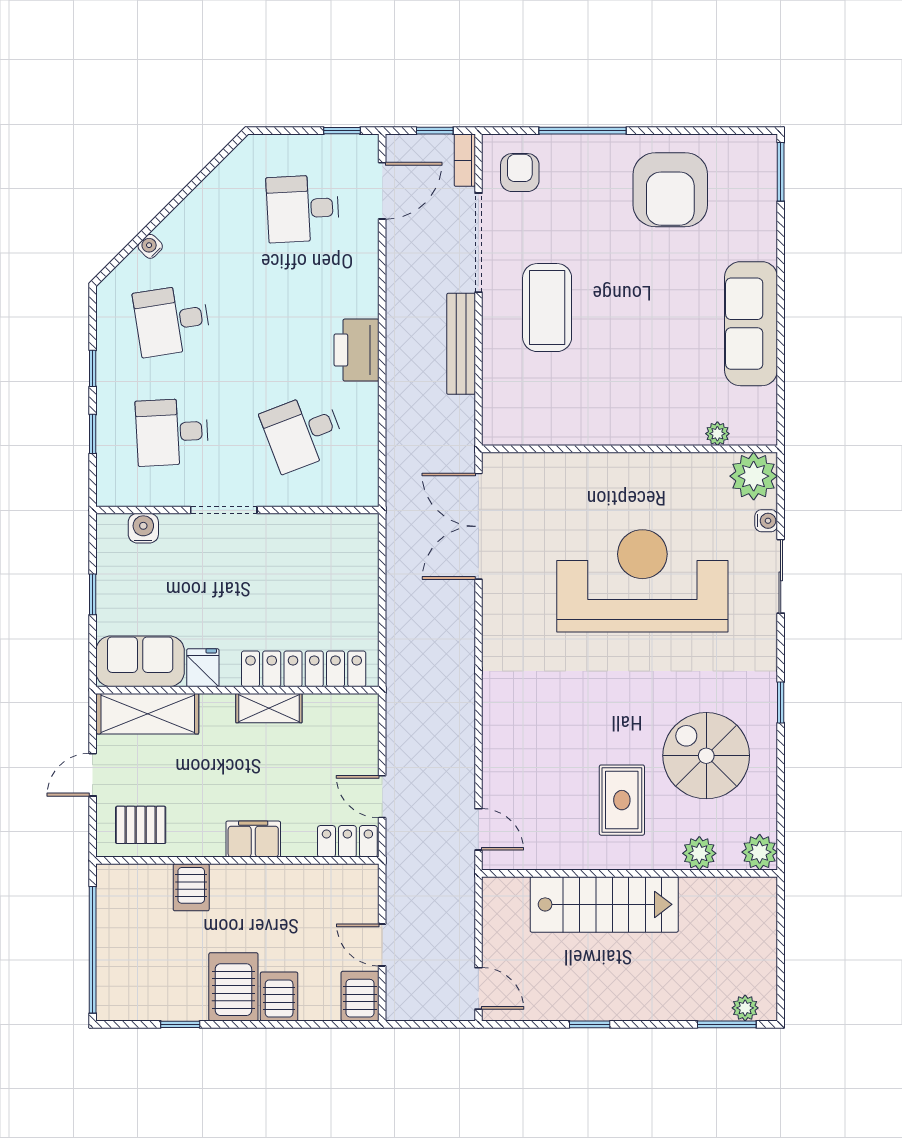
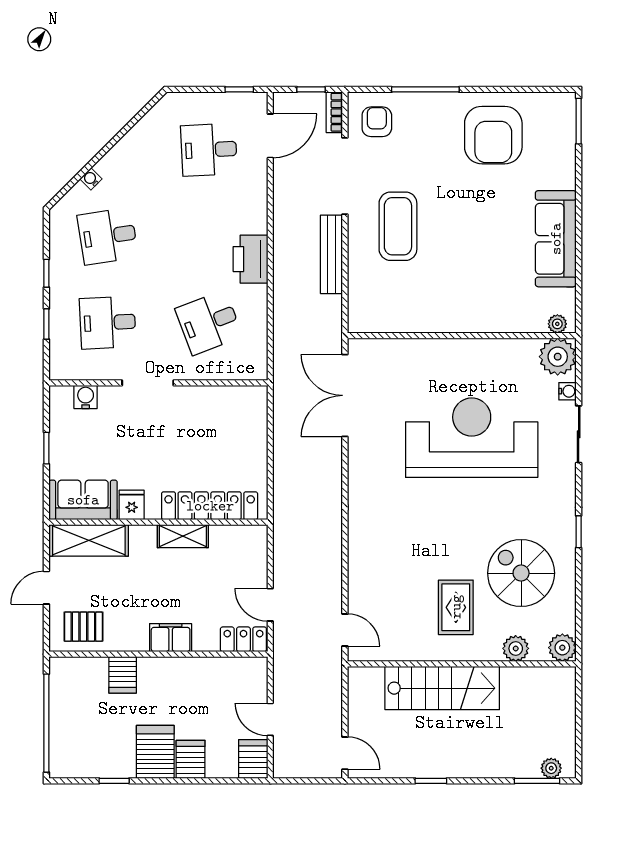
plant: (717, 434) -> (557, 324), moved

